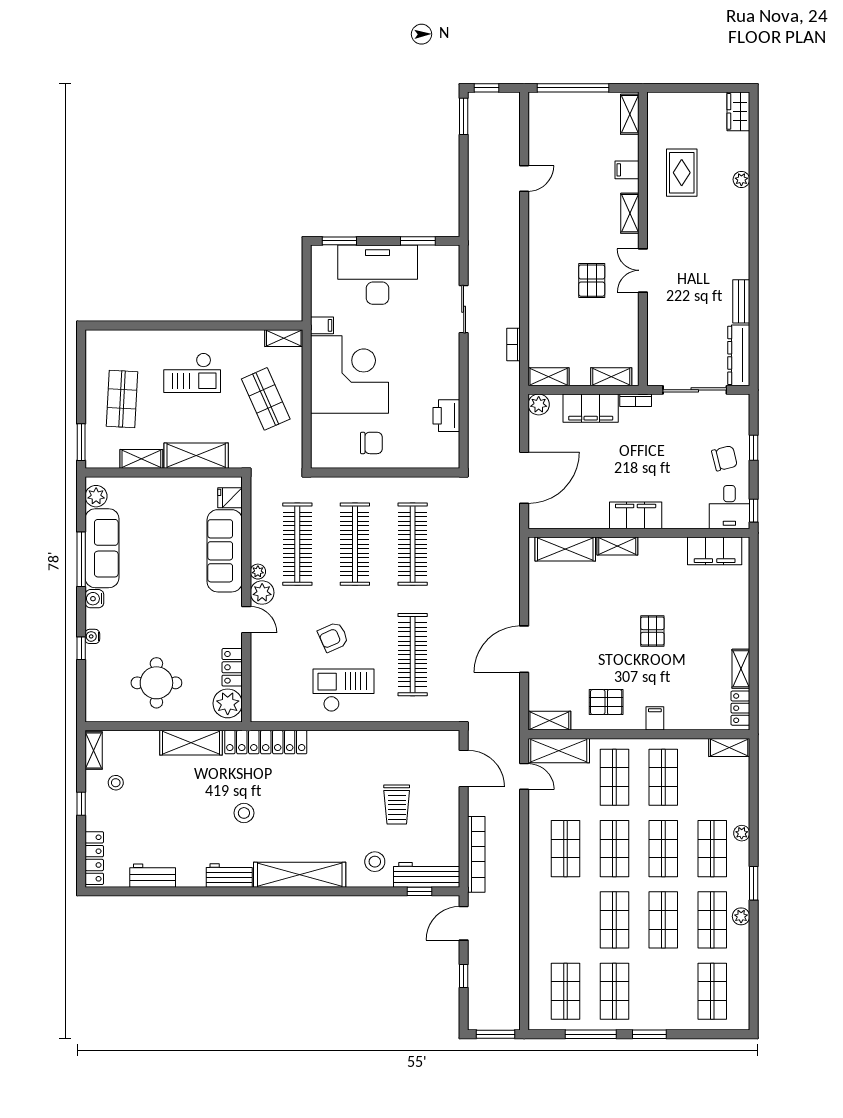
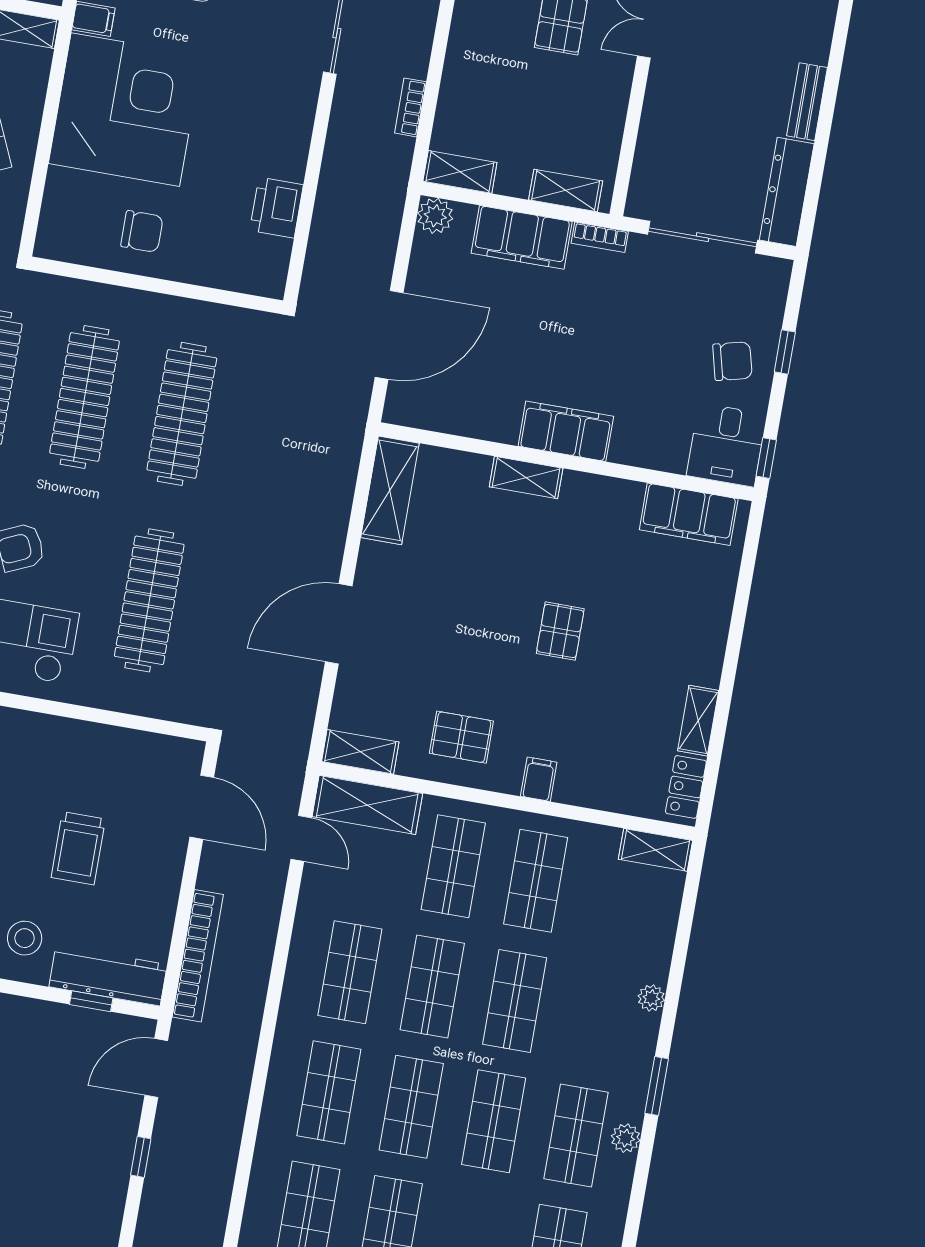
shelving: (565, 549) -> (390, 490), moved, turned 90
shop shelf: (712, 849) -> (329, 1092), moved

